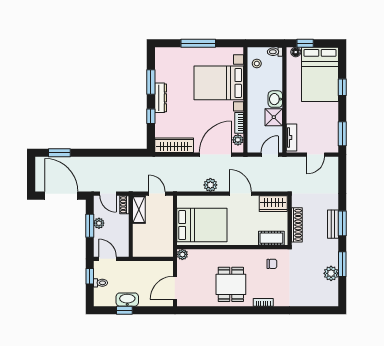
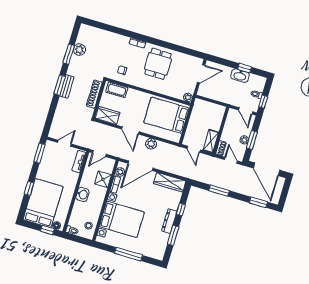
shower: (274, 117) -> (103, 179), moved
window: (111, 153) -> (219, 191), added

